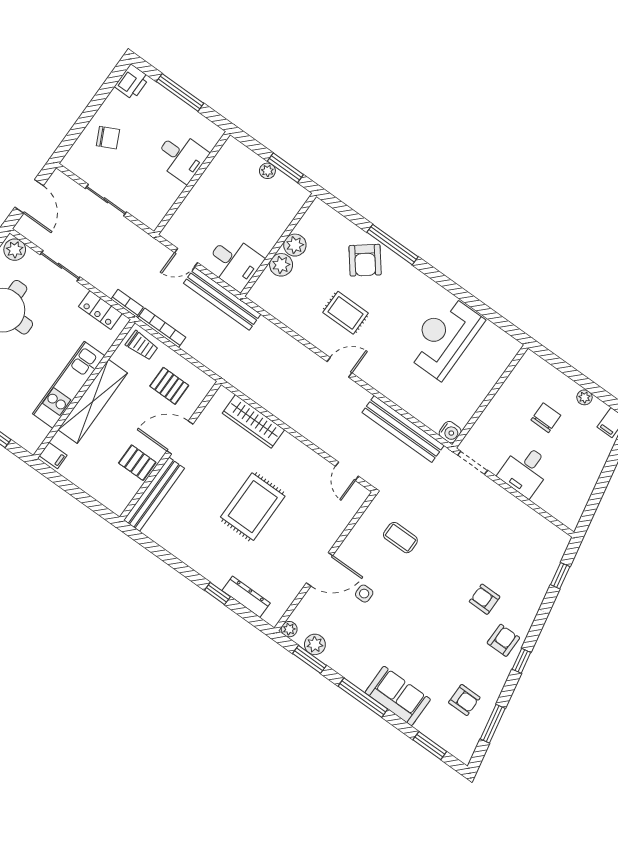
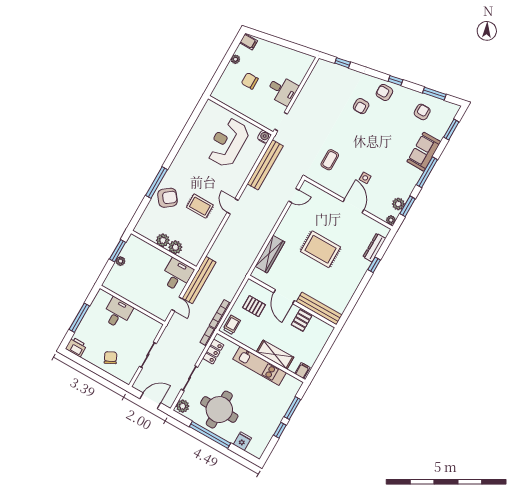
rug: (346, 313) -> (200, 206), turned 90
reception desk: (444, 337) -> (228, 142), moved, turned 90
pallet: (169, 386) -> (254, 306), turned 90
shelving: (93, 401) -> (275, 355), width x0.68

